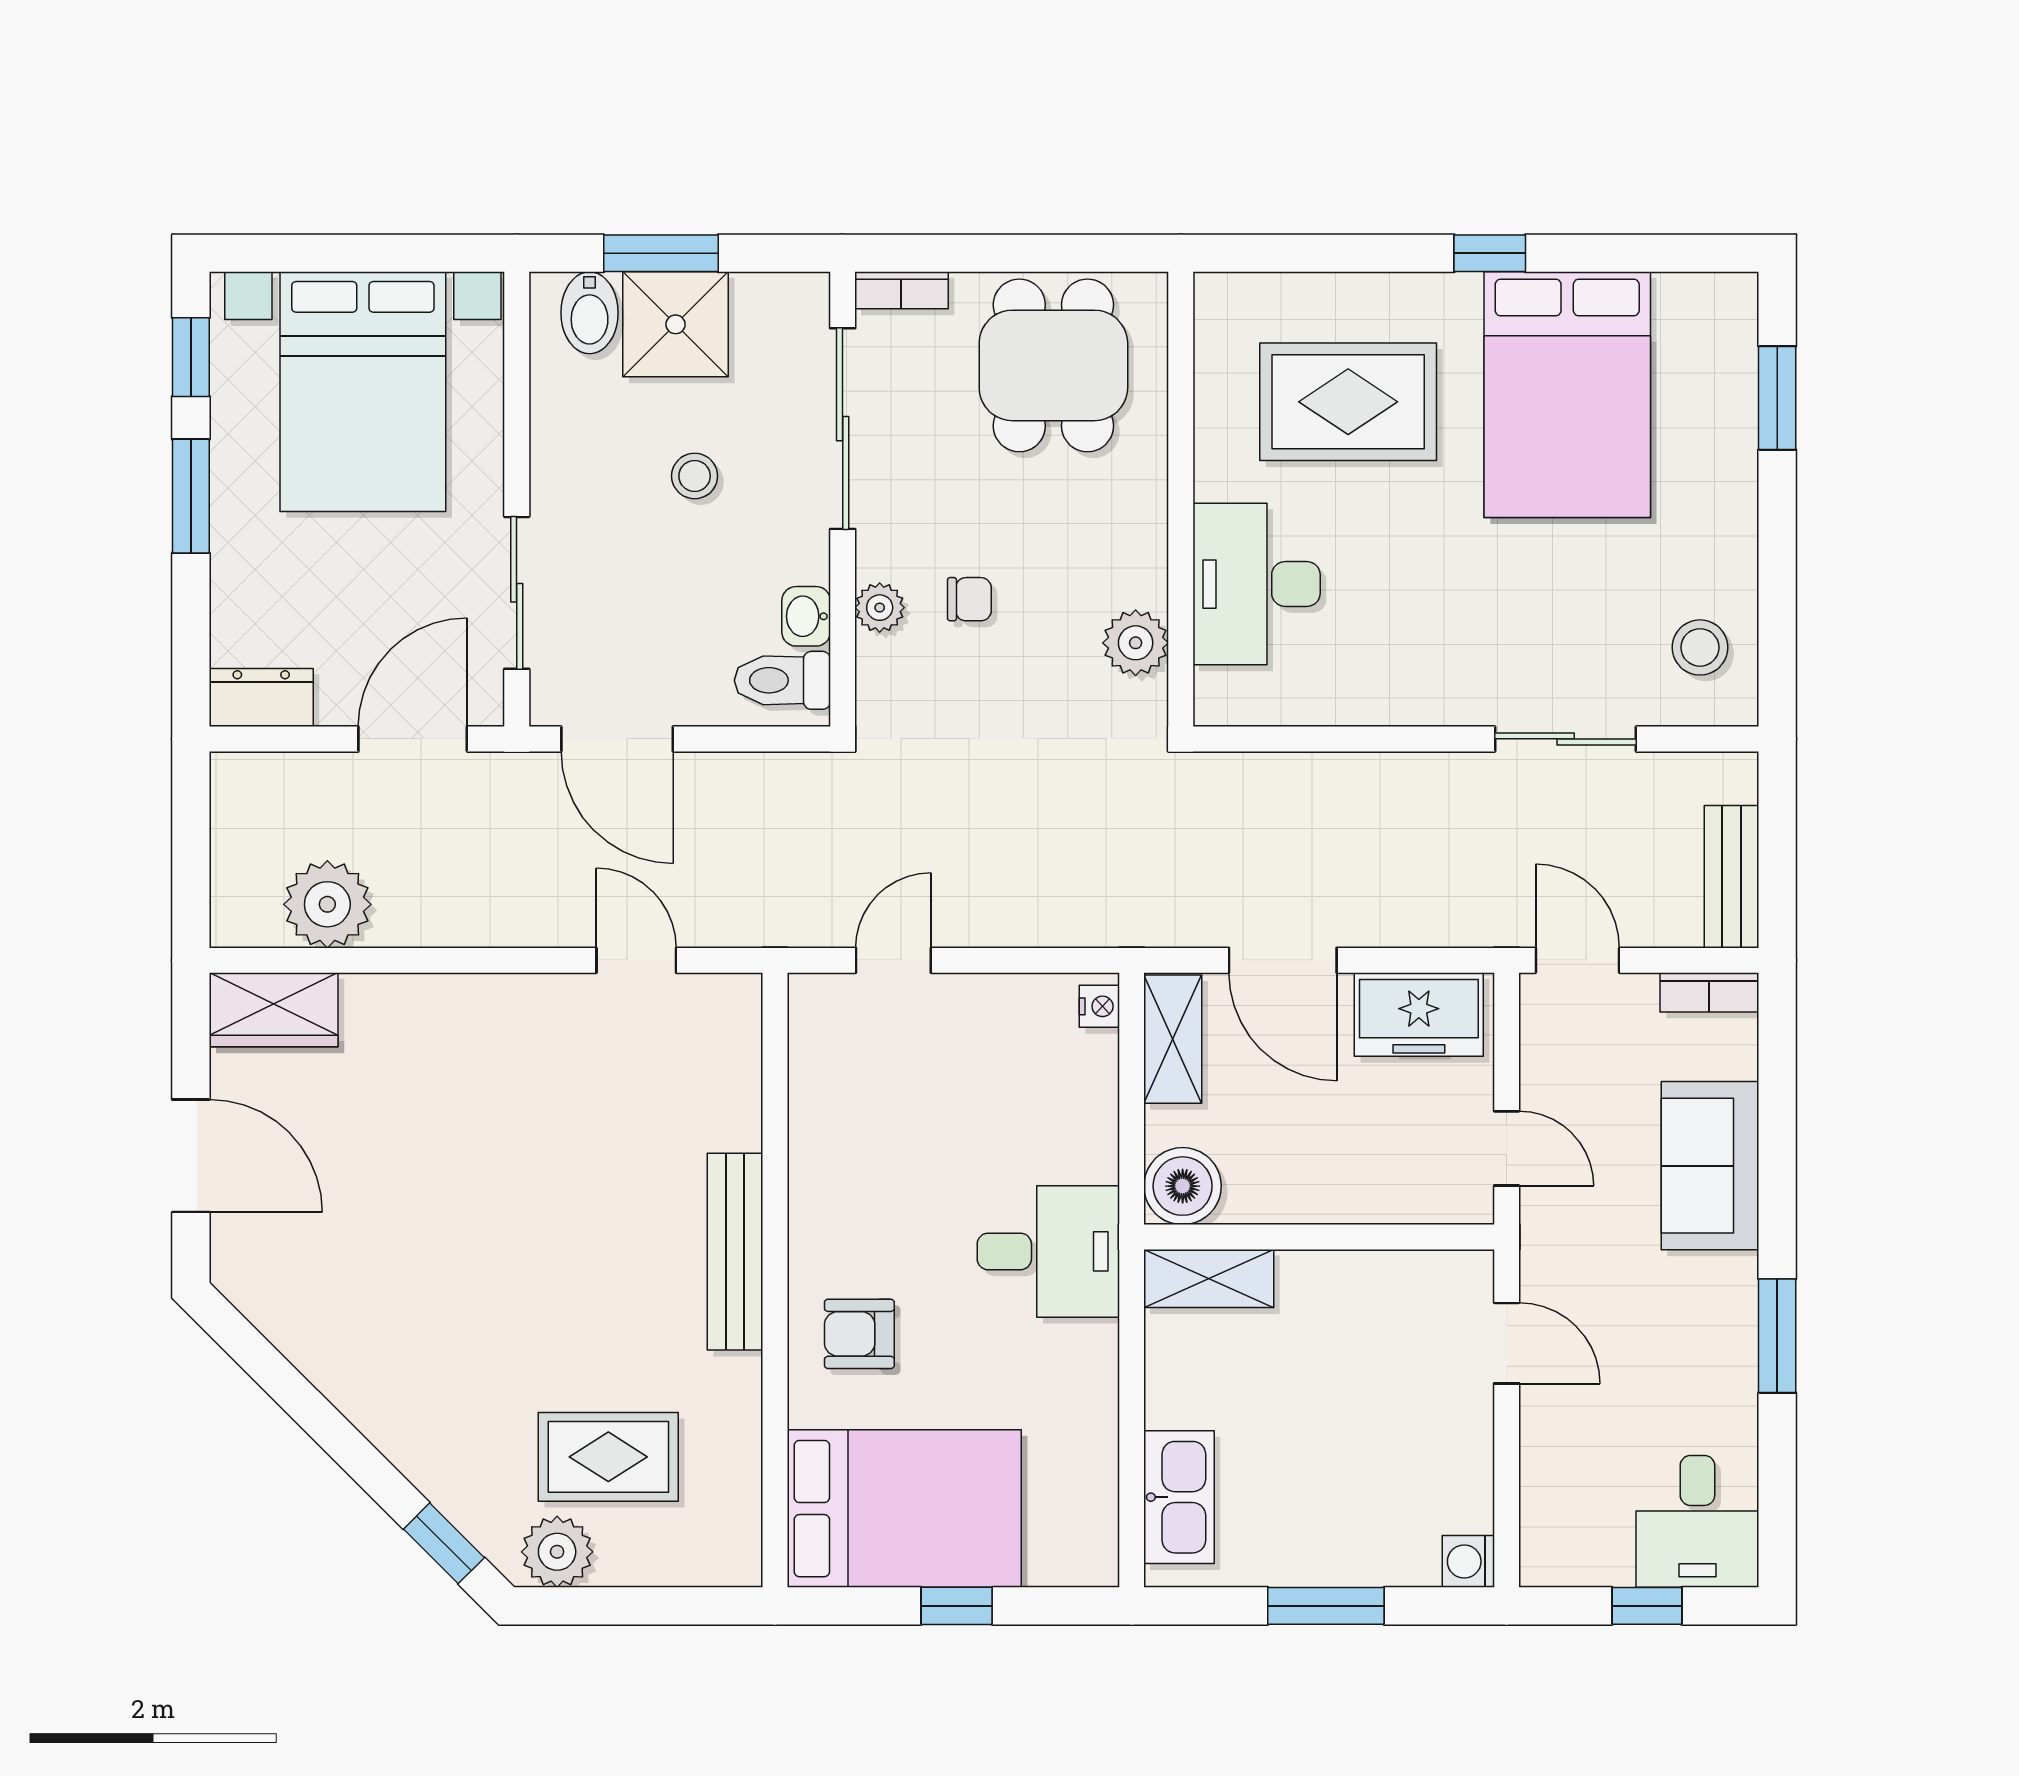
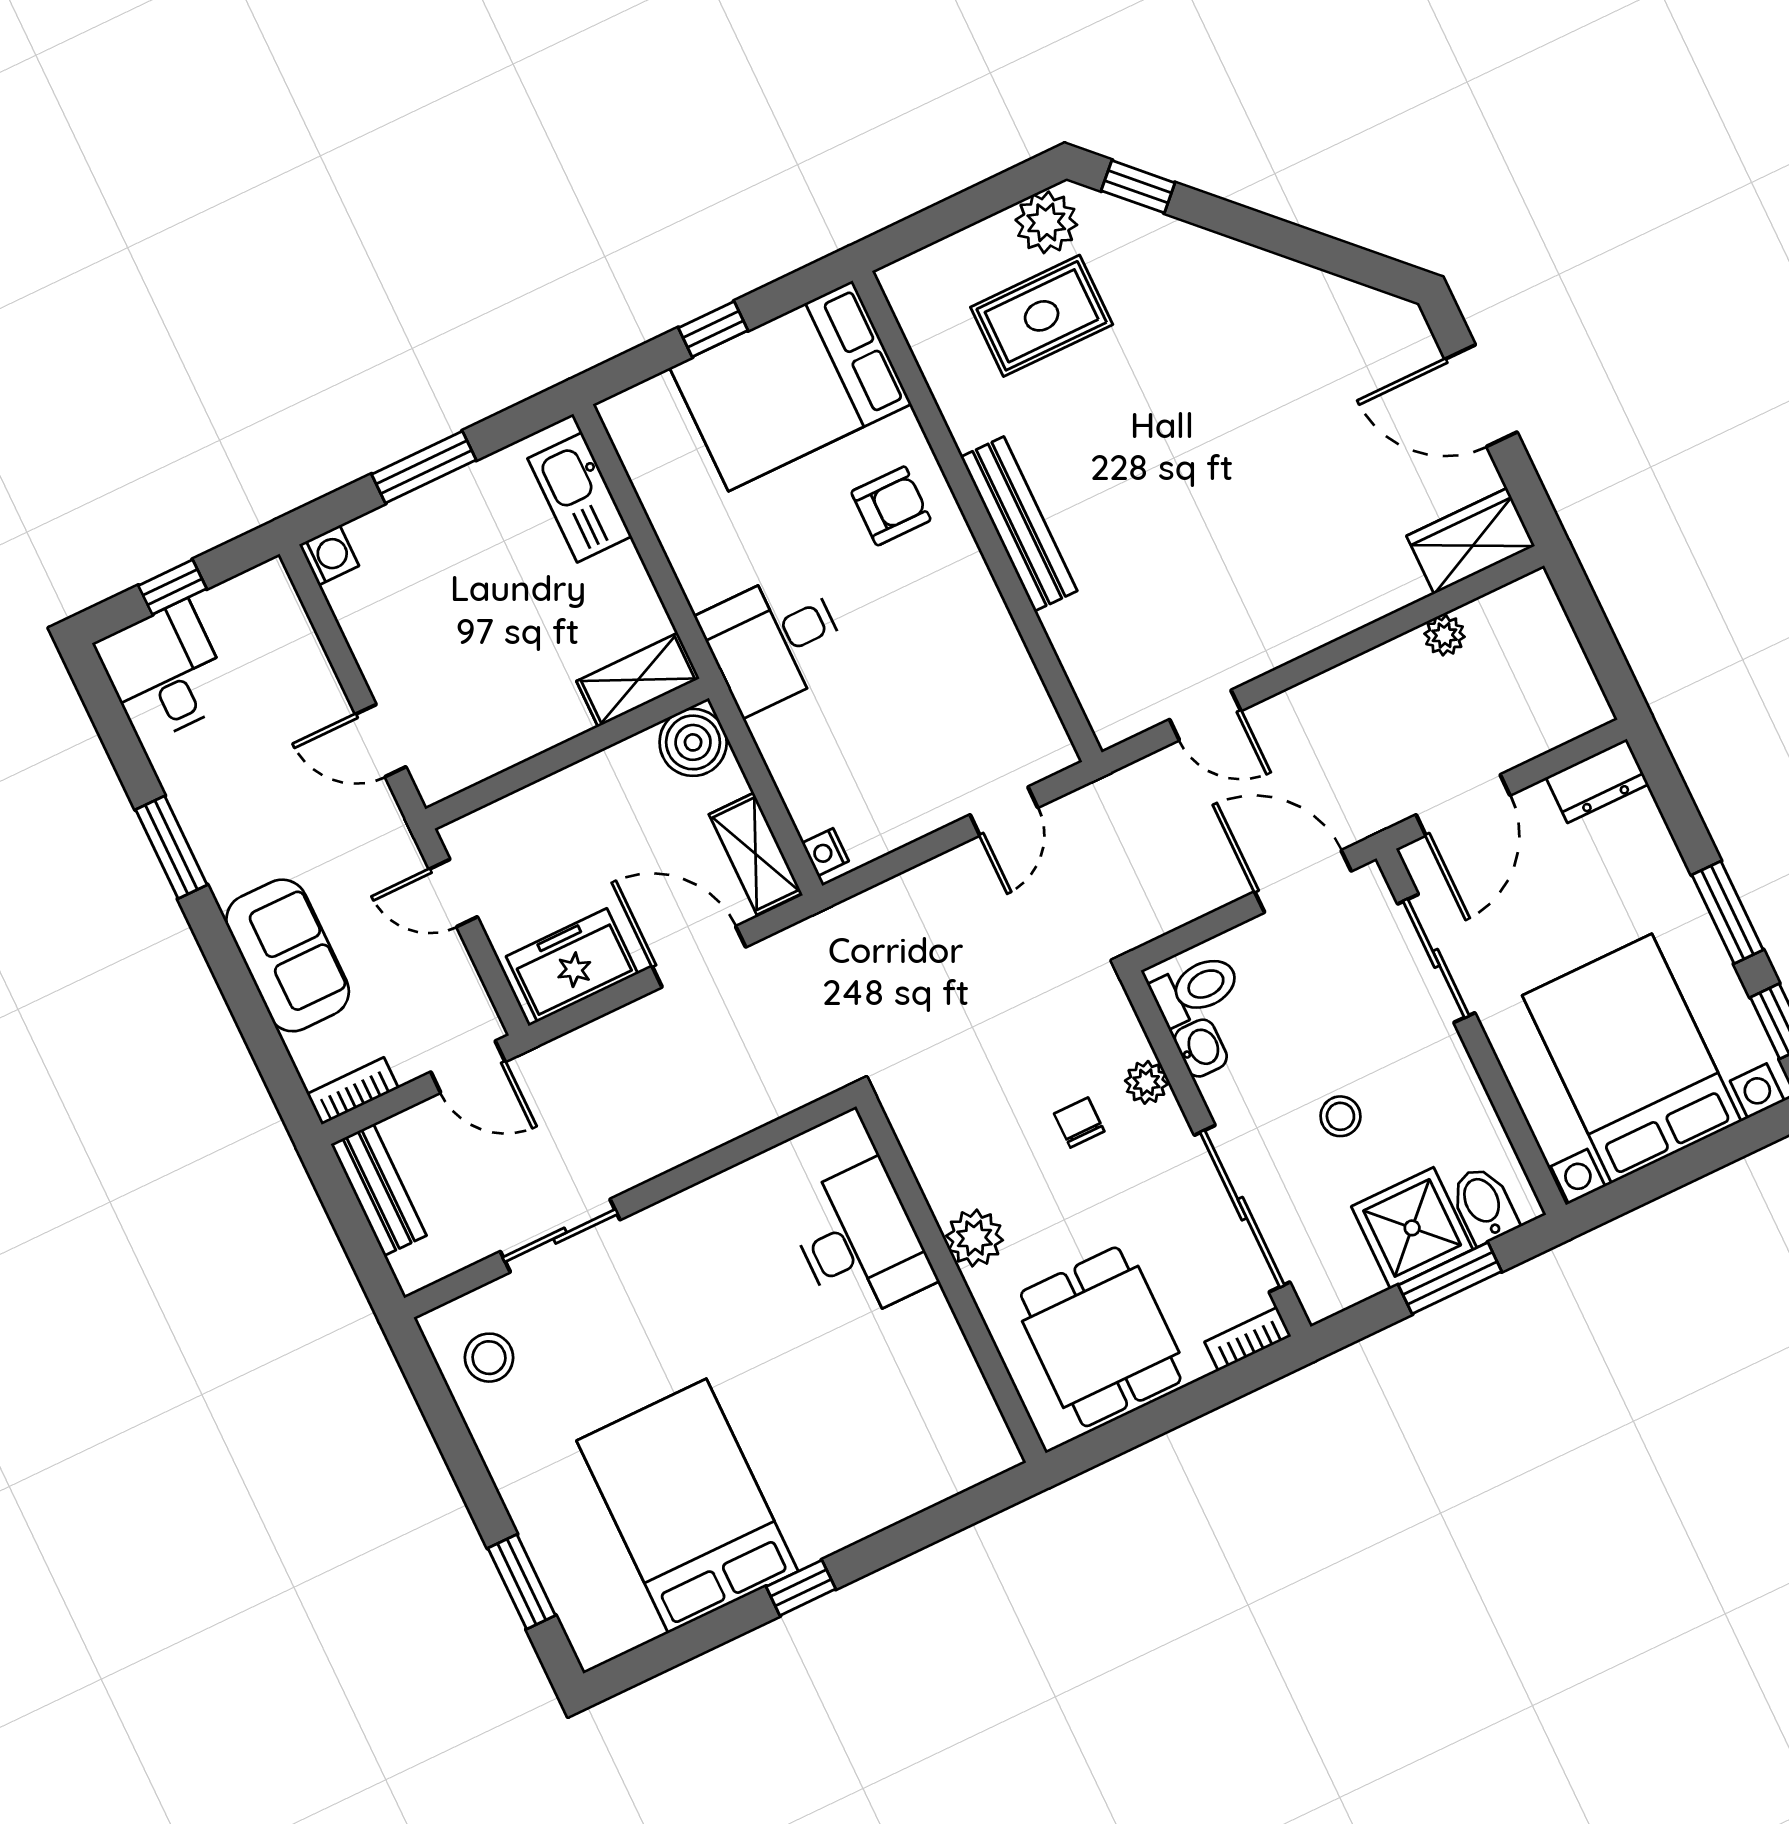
rug: (1348, 402) -> (856, 1419), removed
chair: (969, 599) -> (1079, 1122), turned 90
plant: (1136, 643) -> (975, 1238), moved
plant: (327, 904) -> (1444, 635), width x0.53, depth x0.53

